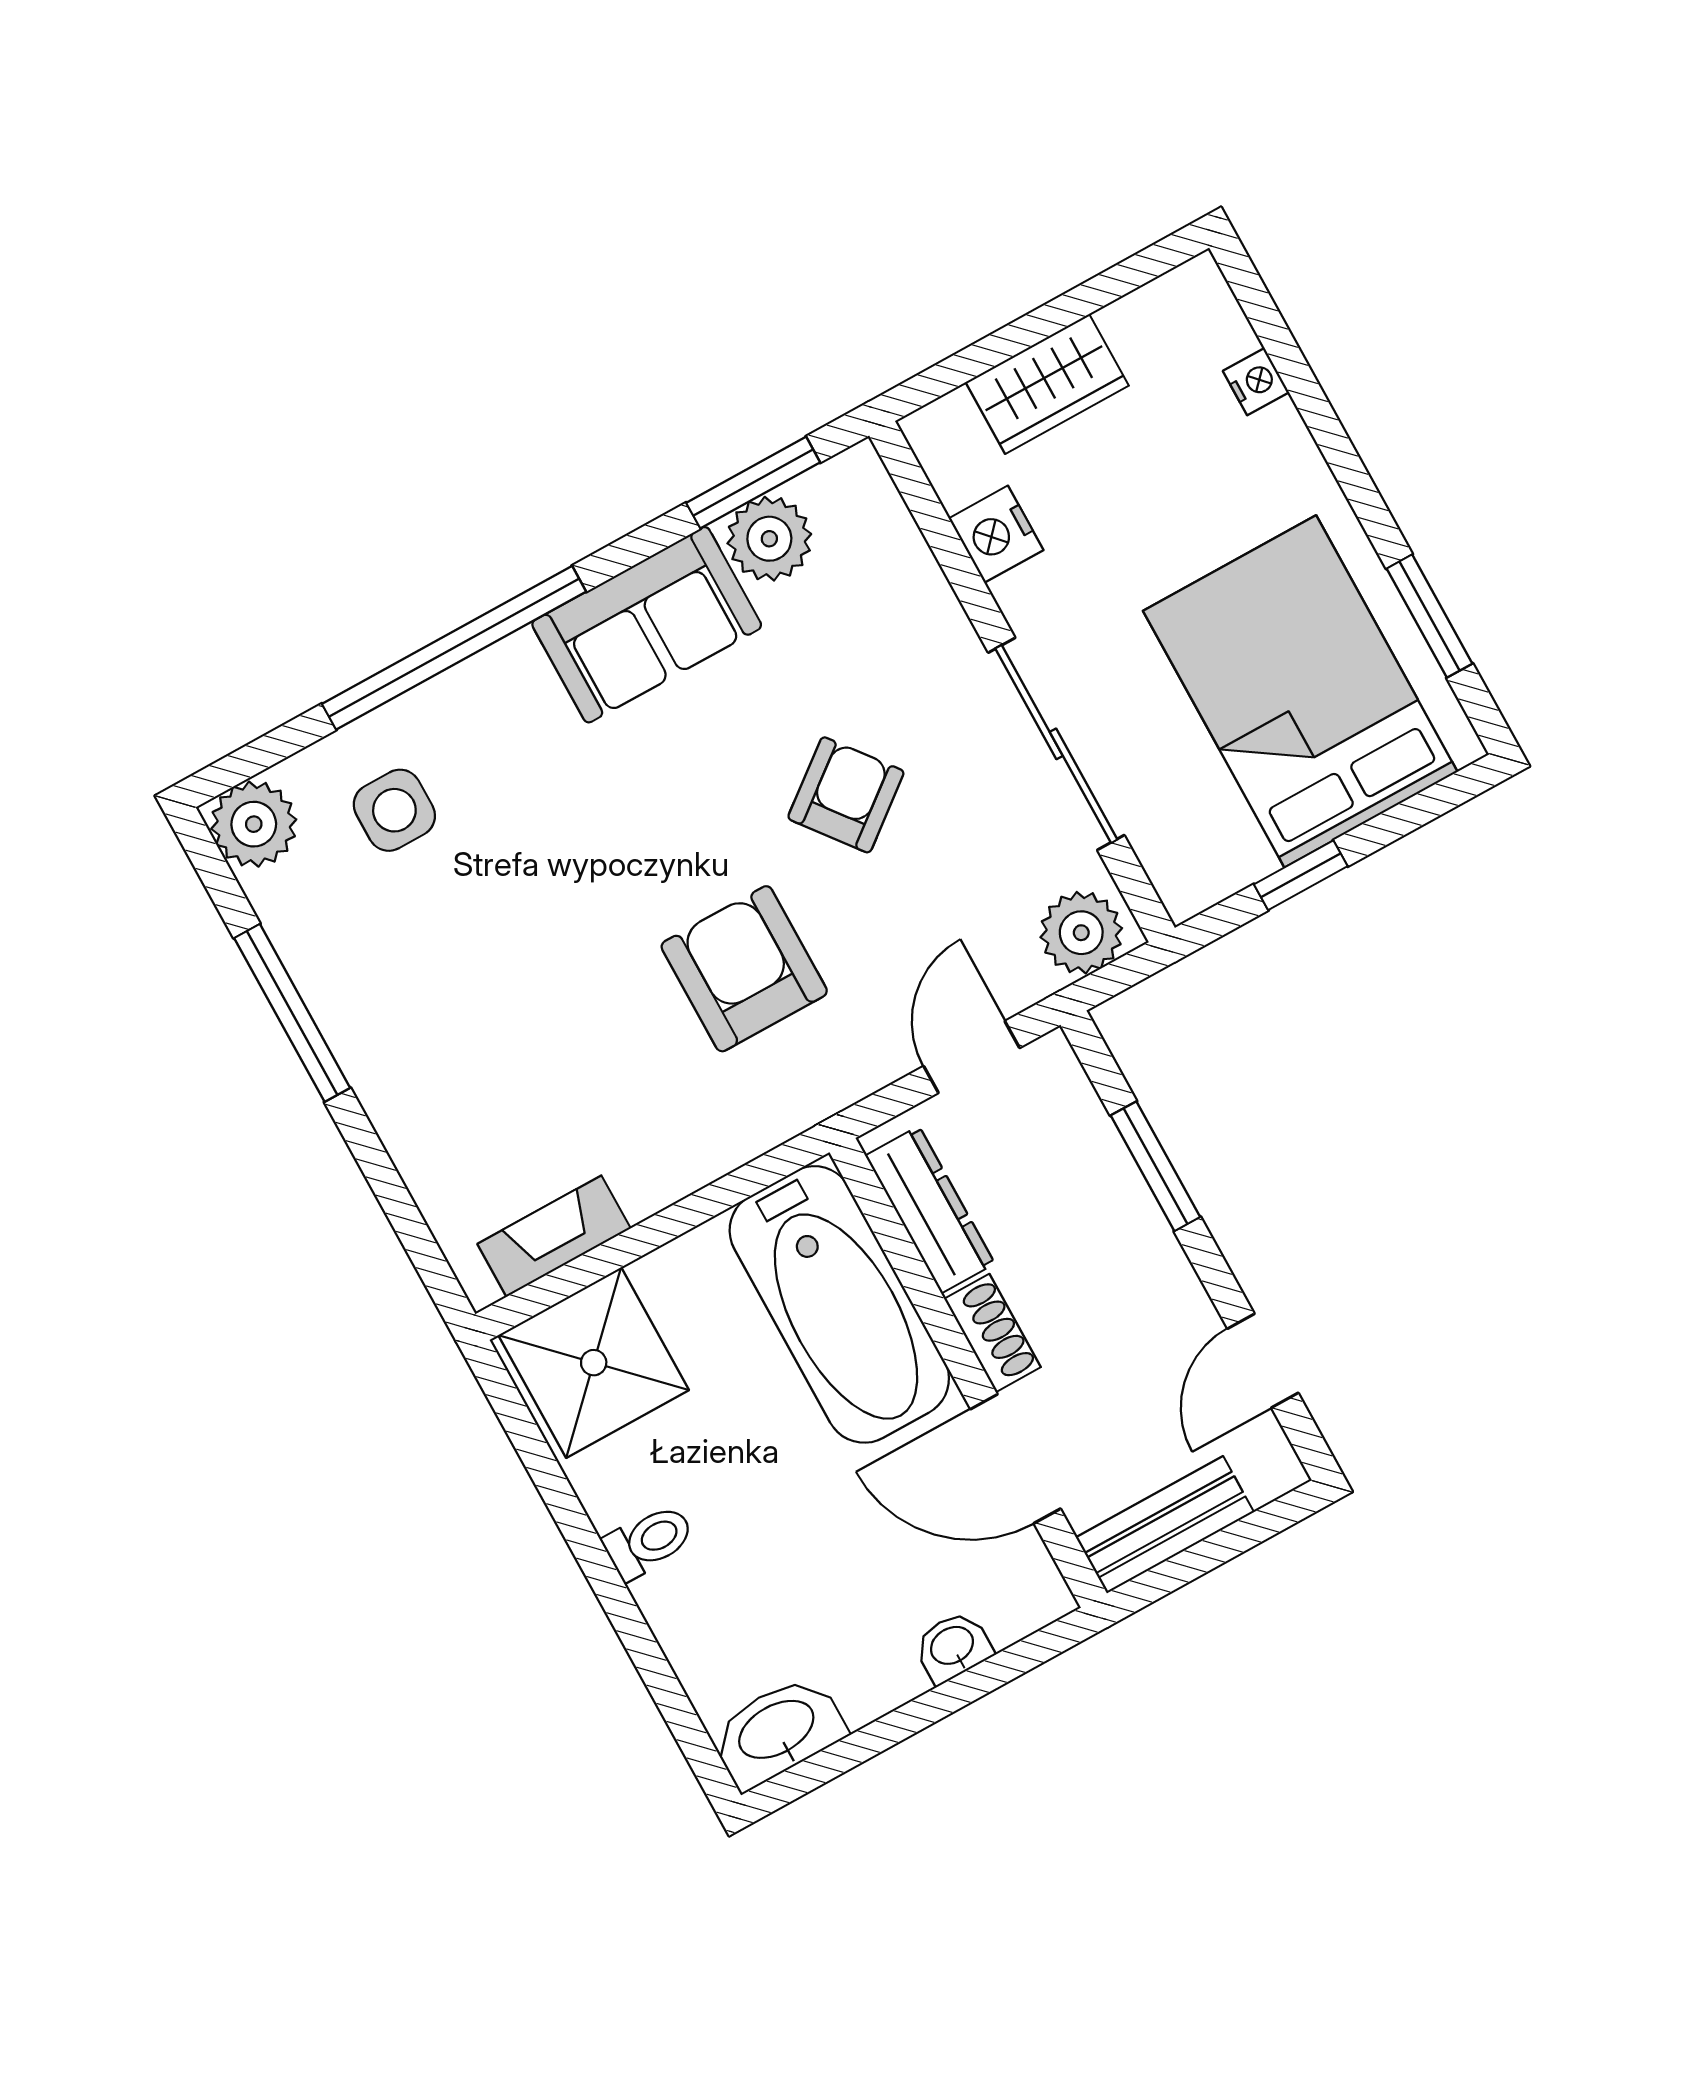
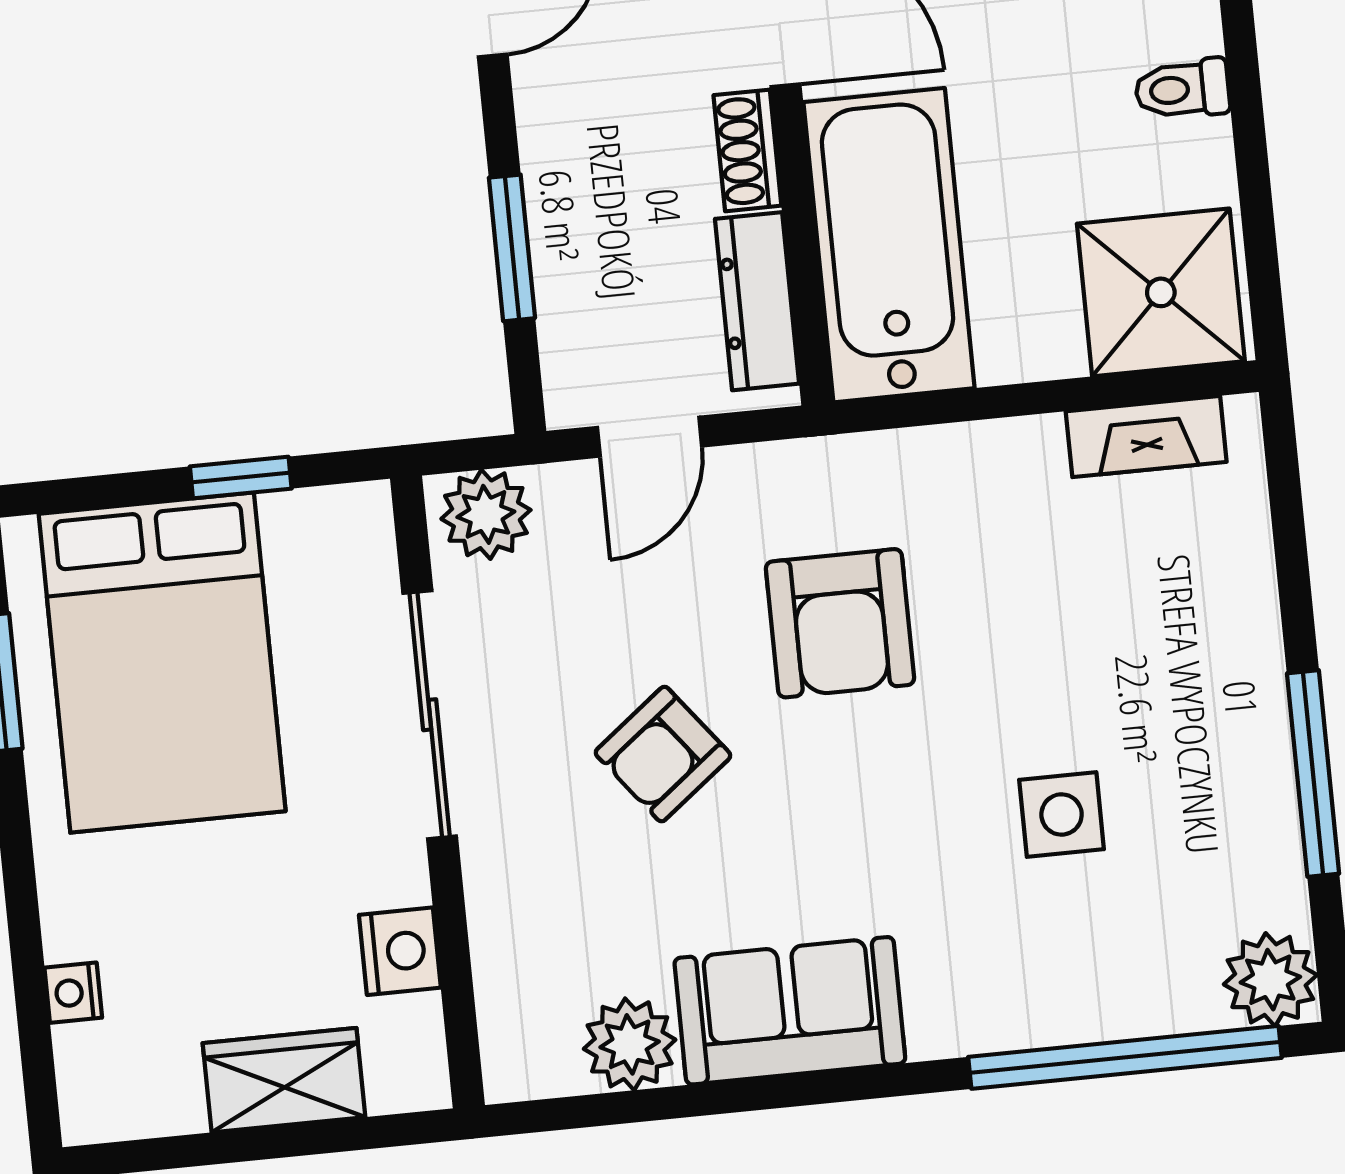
window: (753, 483) -> (622, 1108), removed
window: (454, 648) -> (1125, 1057), moved
side table: (394, 810) -> (1062, 814), moved

